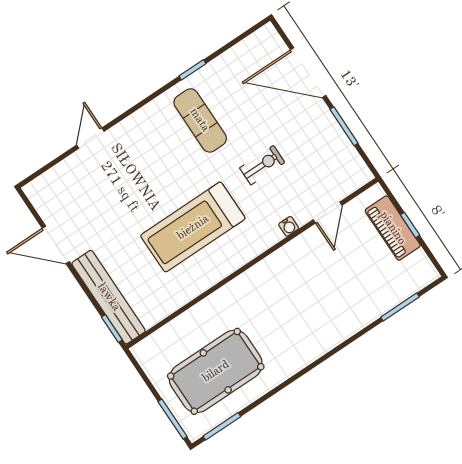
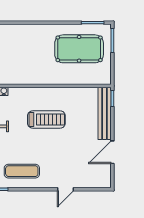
exercise mat: (200, 120) -> (22, 171), moved, turned 90
treadmill: (193, 227) -> (46, 120), width x0.73, depth x0.73
door: (56, 245) -> (112, 152), swing flipped

